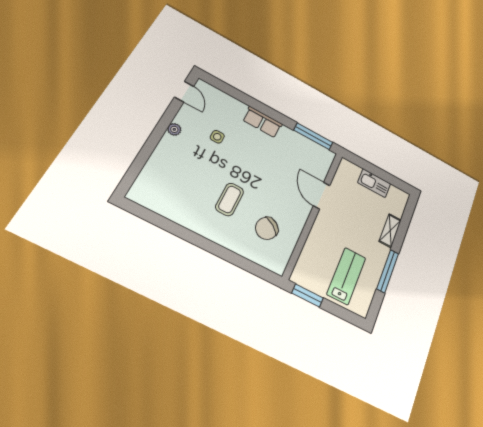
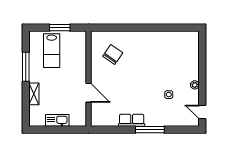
row of seats: (262, 122) -> (132, 120), moved
window: (313, 136) -> (150, 130), moved
coffee table: (230, 199) -> (142, 60), removed
window: (308, 295) -> (60, 28), moved

